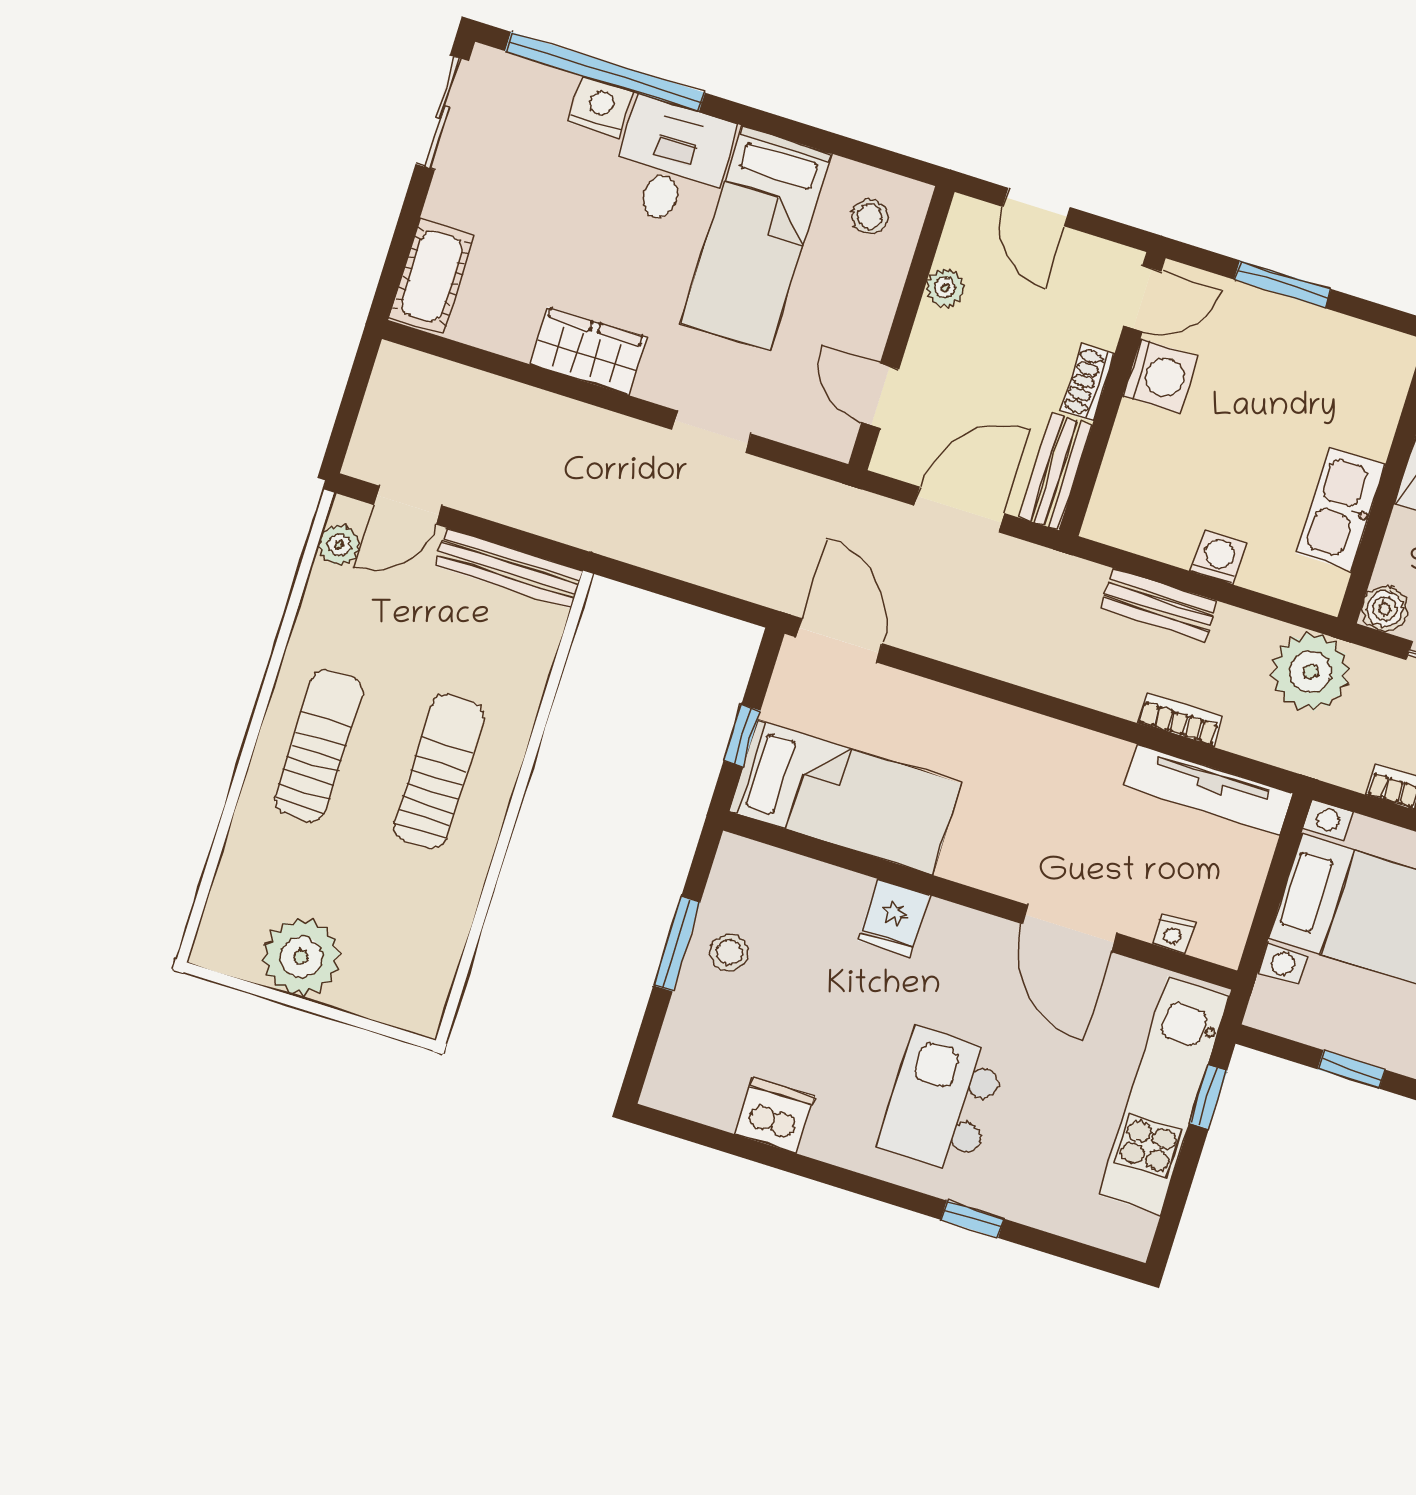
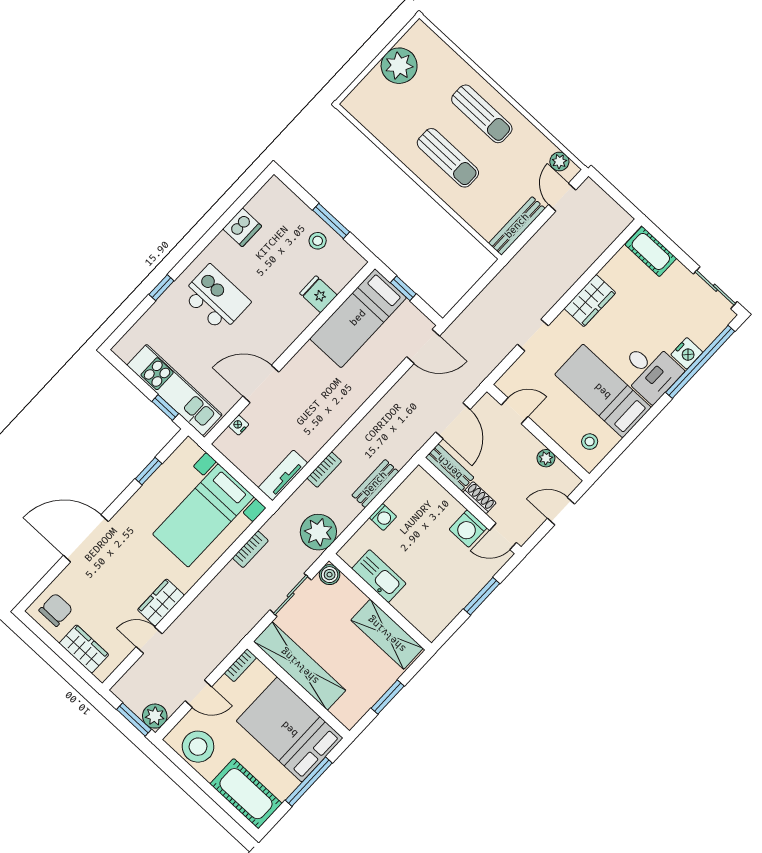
door: (1142, 299) -> (503, 536), hinge flipped
tv unit: (1209, 790) -> (283, 475), width x0.71
fridge: (894, 918) -> (318, 294), moved

